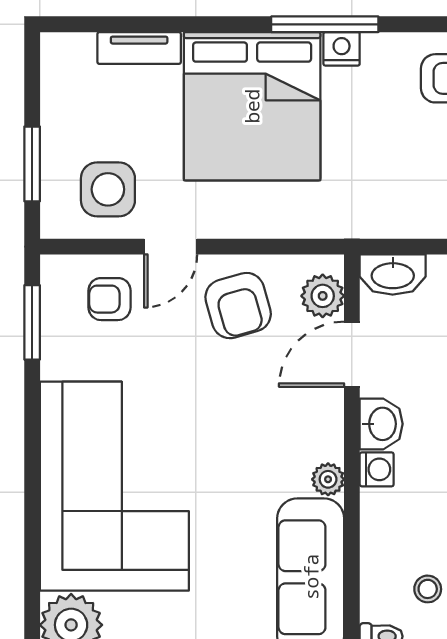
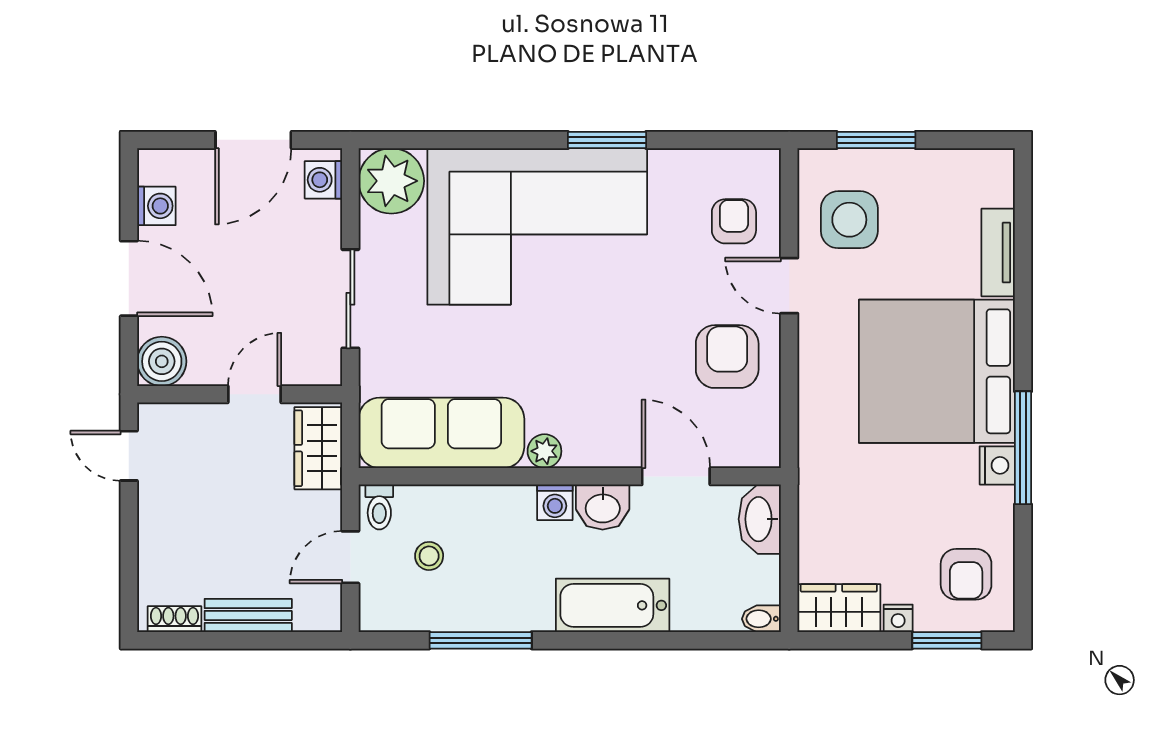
plant: (323, 296) -> (737, 446), removed
armchair: (238, 306) -> (727, 357), turned 106
window: (32, 322) -> (607, 140), moved

